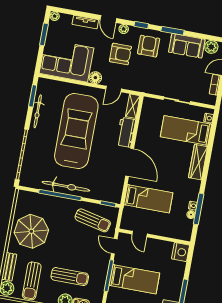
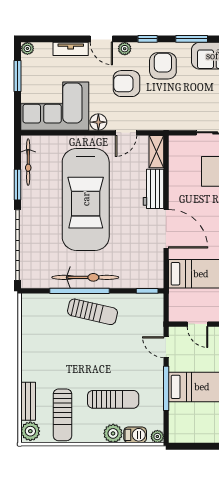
armchair: (120, 54) -> (127, 84), turned 180
window: (33, 96) -> (17, 185), moved
bicycle: (38, 111) -> (28, 162), moved
car: (76, 131) -> (86, 199), turned 180
sun lounger: (93, 220) -> (93, 312), moved
parasol: (31, 231) -> (50, 347), removed

